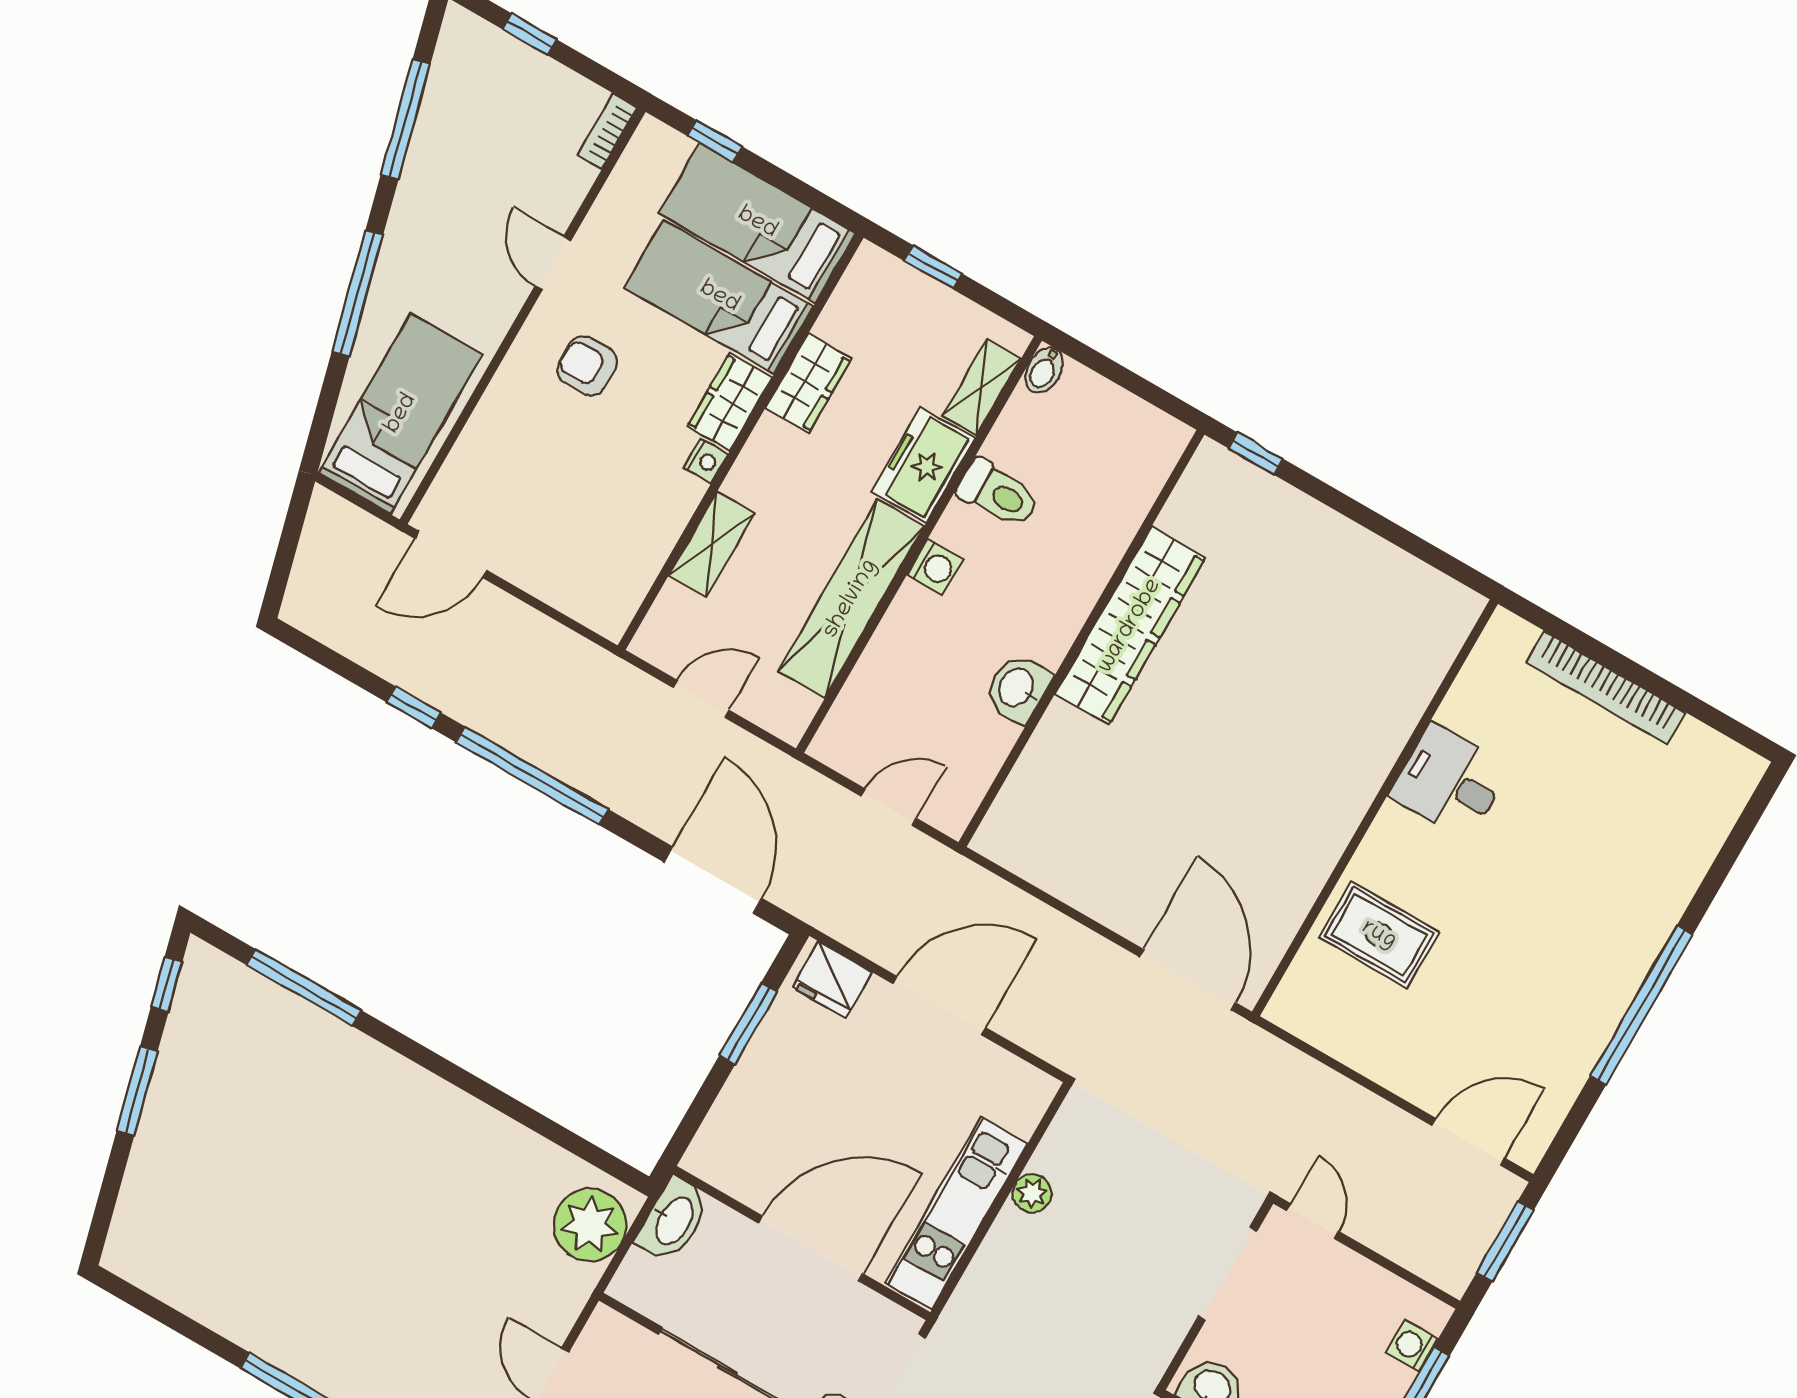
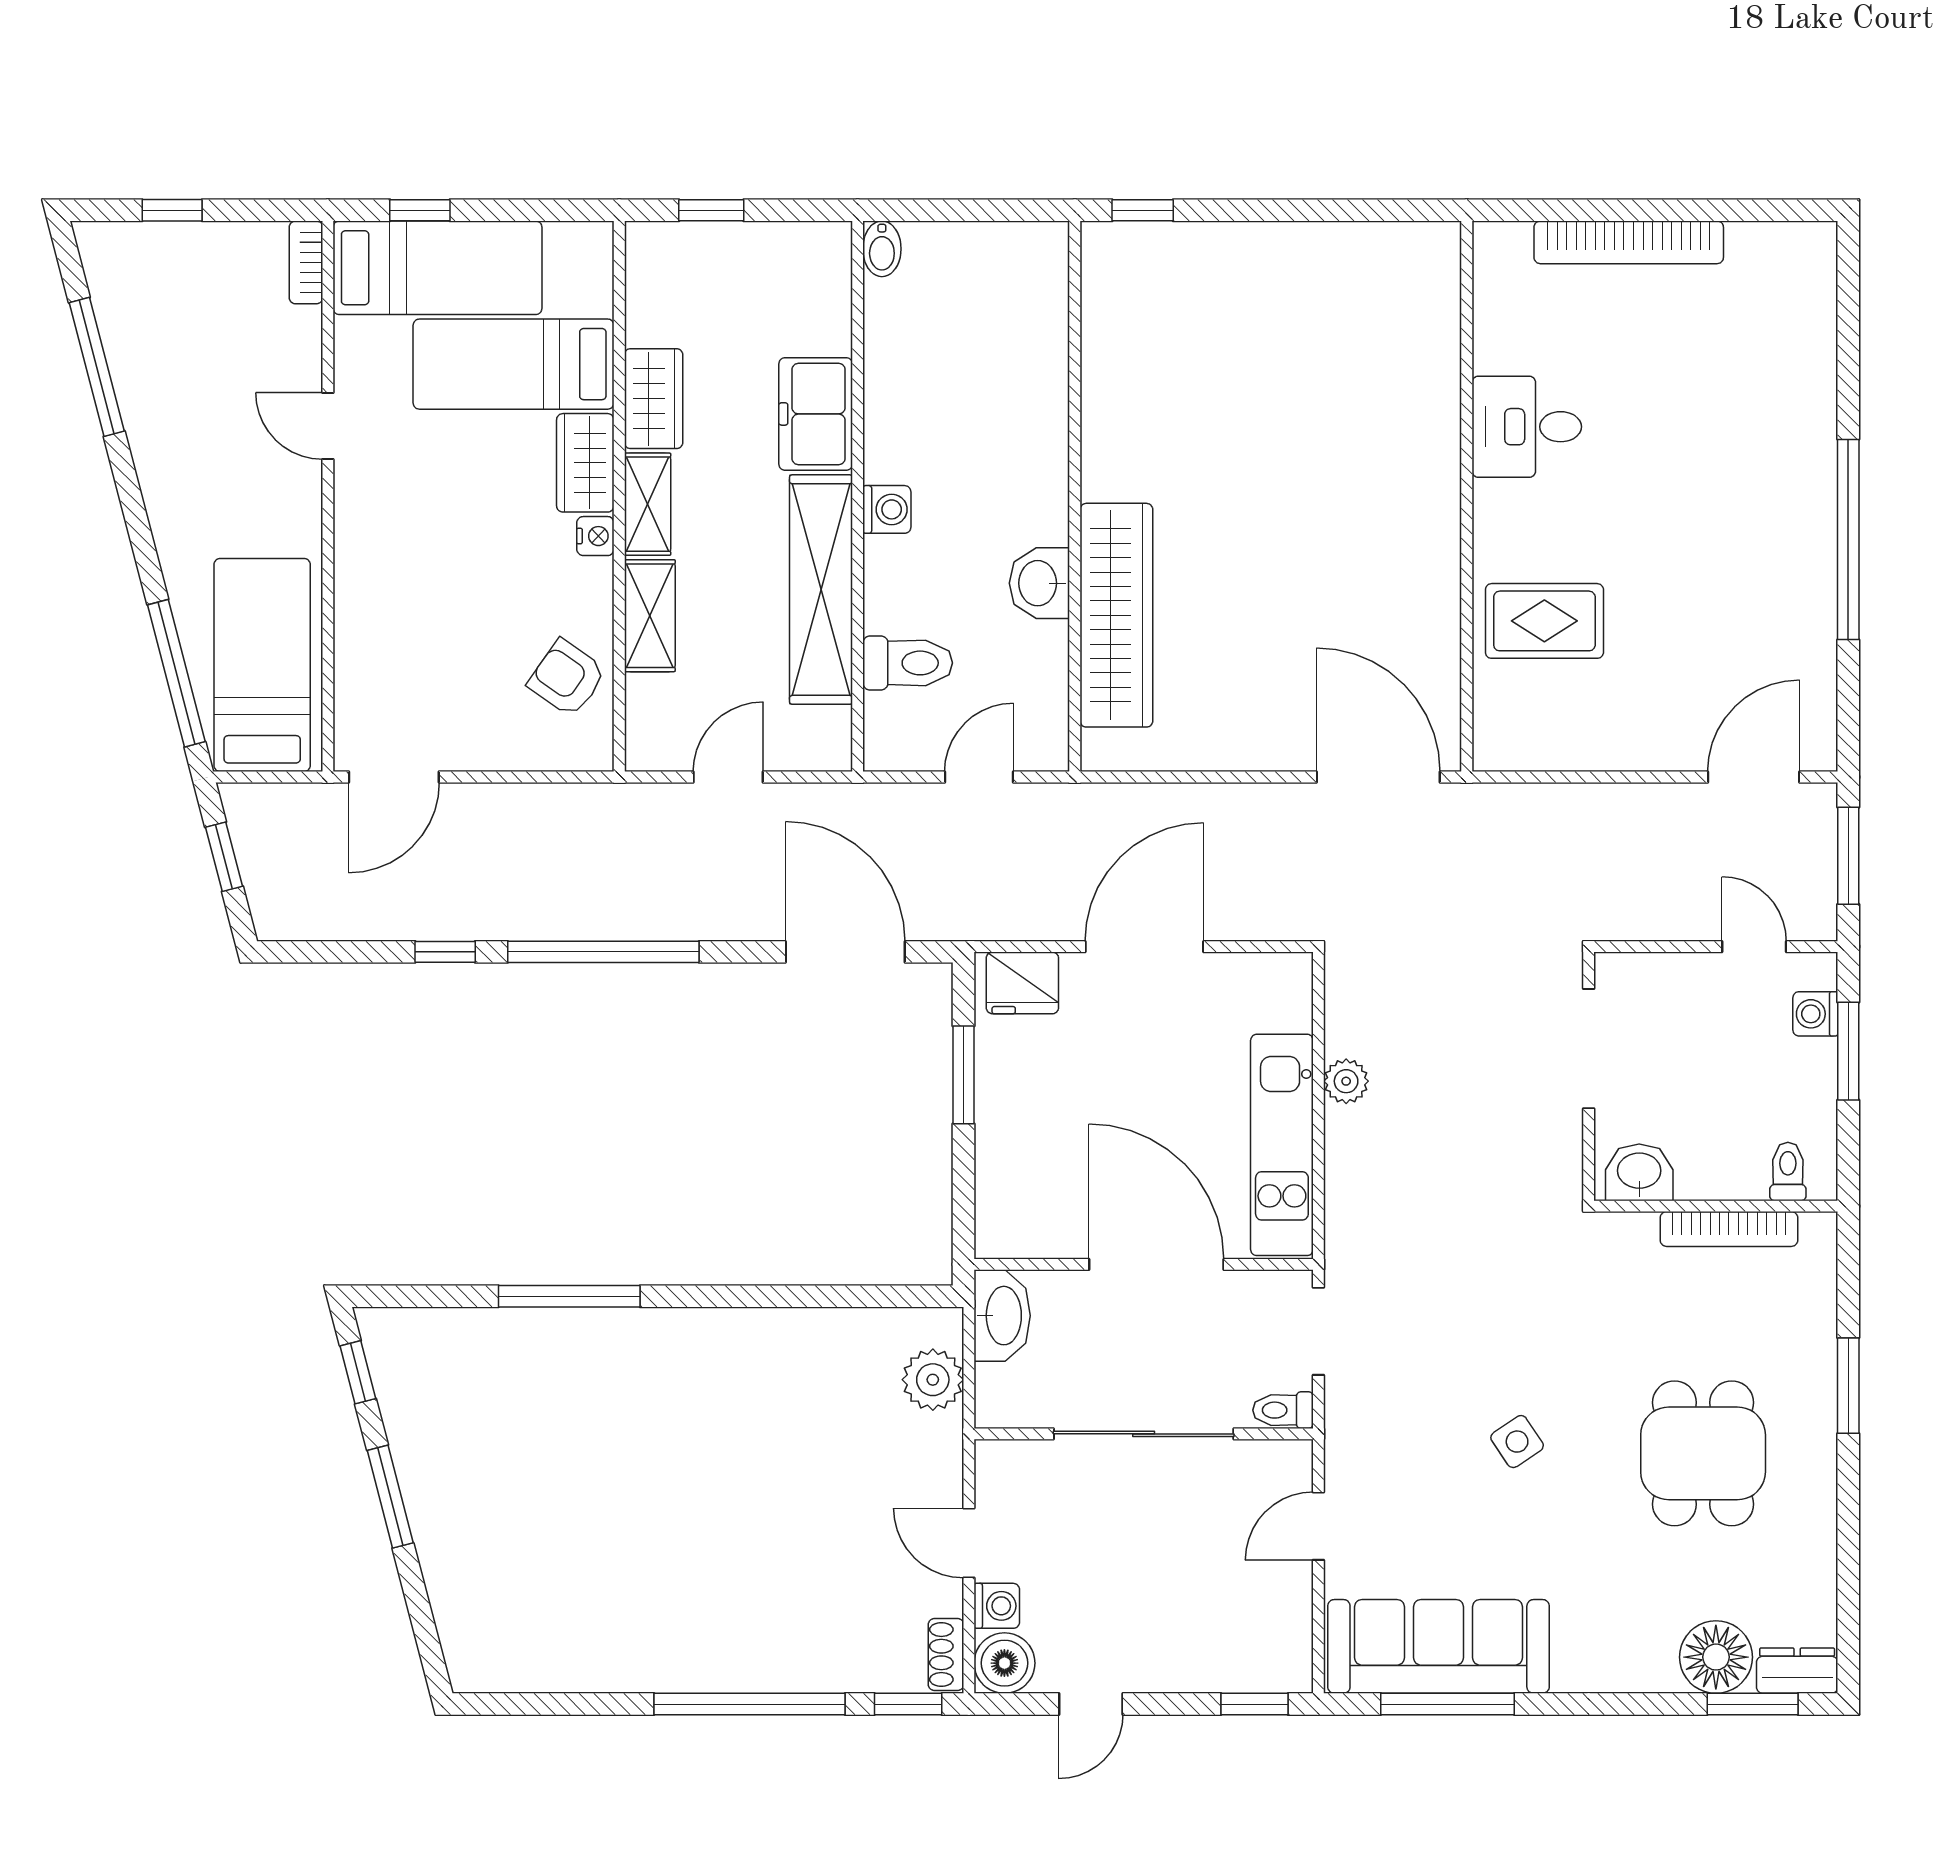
bed: (757, 223) -> (437, 268), moved, turned 180
window: (357, 293) -> (176, 673), moved
armchair: (587, 366) -> (567, 678), moved, turned 35
shelving: (982, 387) -> (648, 504), moved
toilet: (998, 494) -> (908, 663), moved
window: (289, 541) -> (224, 857), added
wardrobe: (1130, 626) -> (1116, 615), moved
window: (304, 988) -> (569, 1296), moved
door: (1313, 1221) -> (1754, 947), moved
plant: (590, 1225) -> (933, 1380), width x0.73, depth x0.73
door: (811, 1248) -> (1156, 1264), hinge flipped

